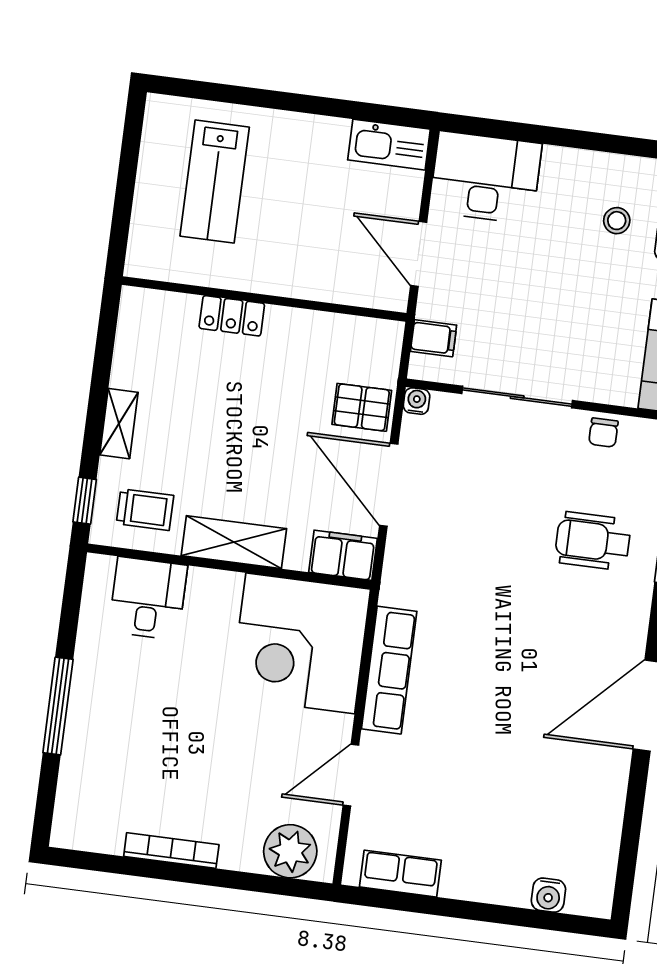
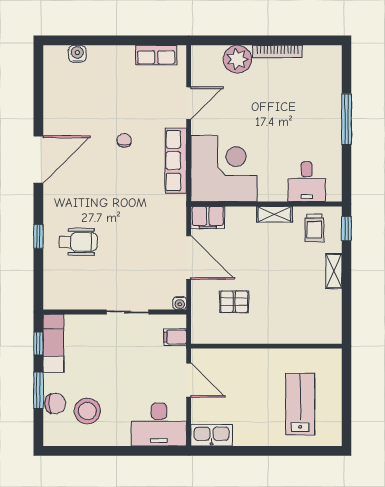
stool: (617, 221) -> (87, 411), width x1.89, depth x1.89
locker: (232, 316) -> (282, 335), removed
sliding door: (517, 397) -> (127, 312), width x0.73
pallet: (362, 407) -> (234, 302), moved
chair: (603, 432) -> (124, 140), moved
trolley: (145, 510) -> (314, 228), turned -90
shelving: (234, 542) -> (275, 214), width x0.67, depth x0.75
plant: (290, 851) -> (237, 59), moved

